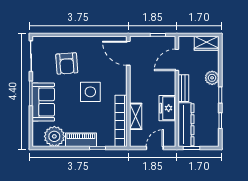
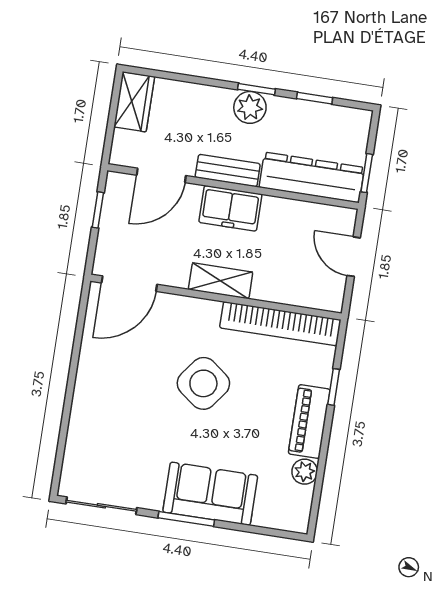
door: (177, 60) -> (161, 175), hinge flipped
armchair: (67, 63) -> (131, 427), removed
plant: (212, 78) -> (250, 107), moved
side table: (90, 92) -> (203, 383), turned 37
freezer: (167, 108) -> (230, 208), moved
shelving: (136, 116) -> (221, 281), moved
plant: (54, 136) -> (305, 472), width x0.53, depth x0.53

